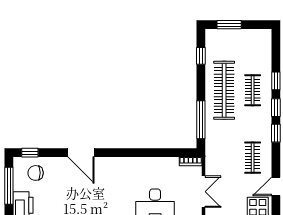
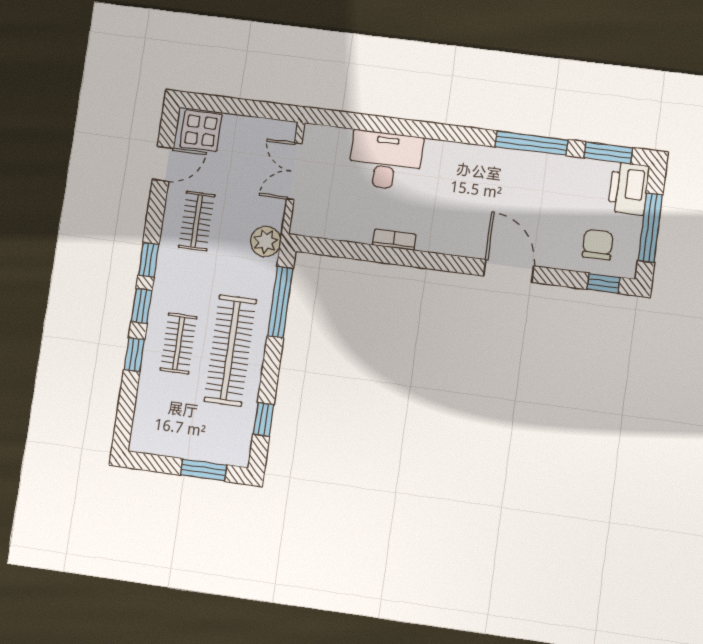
plant: (214, 151) -> (266, 241), added
bookcase: (191, 161) -> (394, 240), moved
chair: (36, 173) -> (598, 245), turned -90

